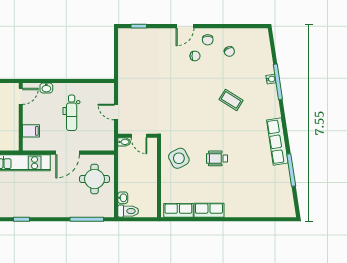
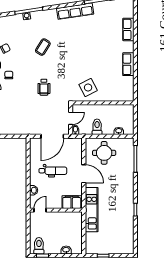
door: (21, 96) -> (40, 210), hinge flipped
door: (116, 112) -> (52, 136), width x1.87
filing cabinet: (31, 131) -> (72, 202), width x2.00
wheelchair: (217, 158) -> (44, 87), moved
row of seats: (178, 210) -> (128, 29), moved
toilet: (128, 211) -> (97, 127), moved

